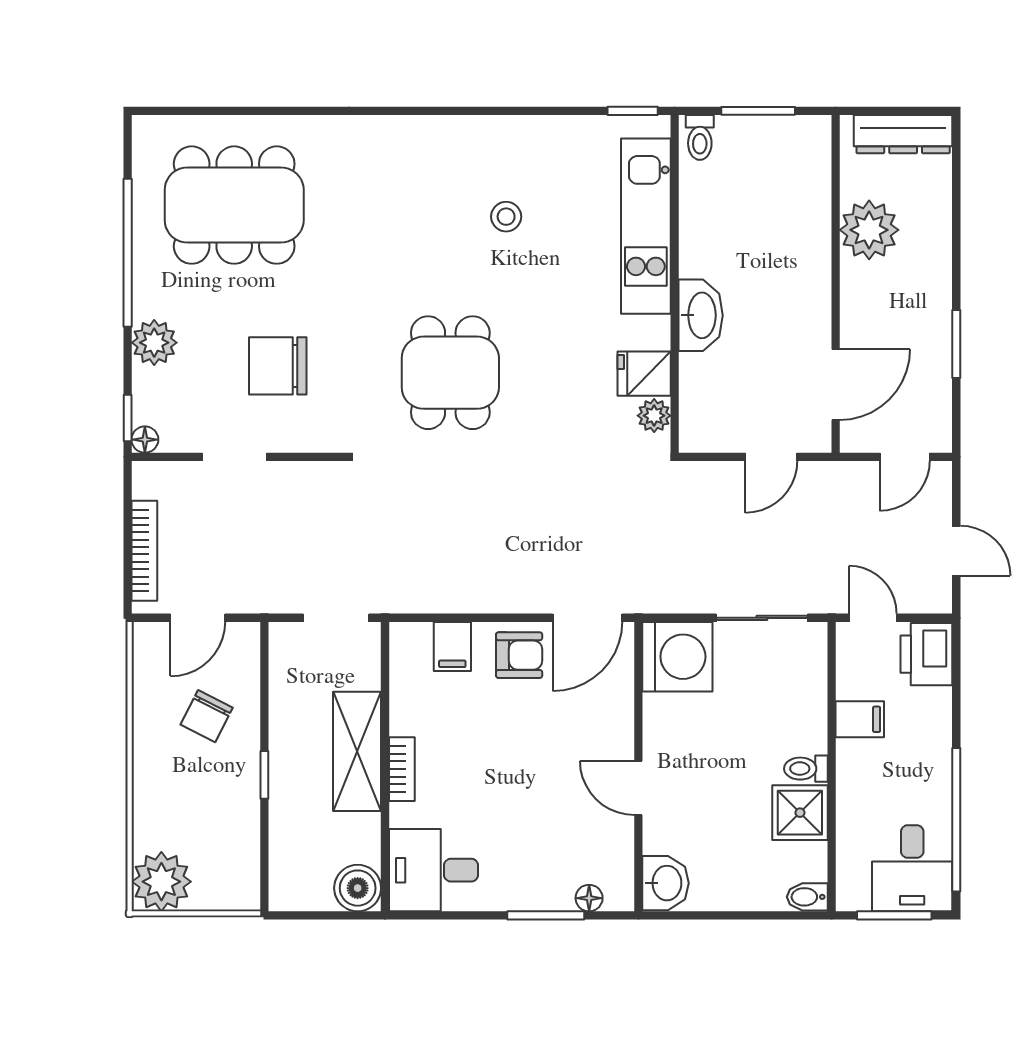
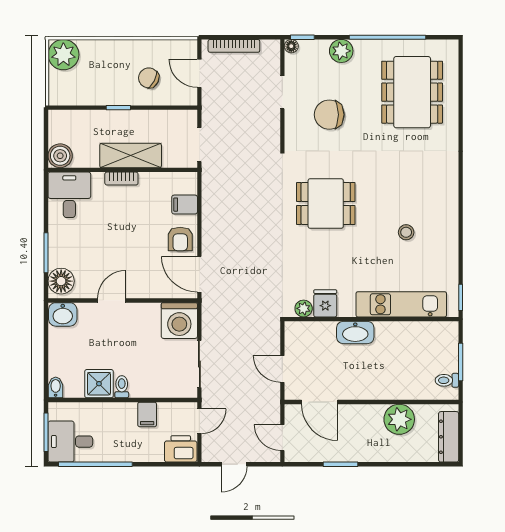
toilet: (700, 137) -> (447, 380), moved
chair: (278, 366) -> (329, 115), turned -90
floor lamp: (589, 898) -> (61, 281), width x1.89, depth x1.89

